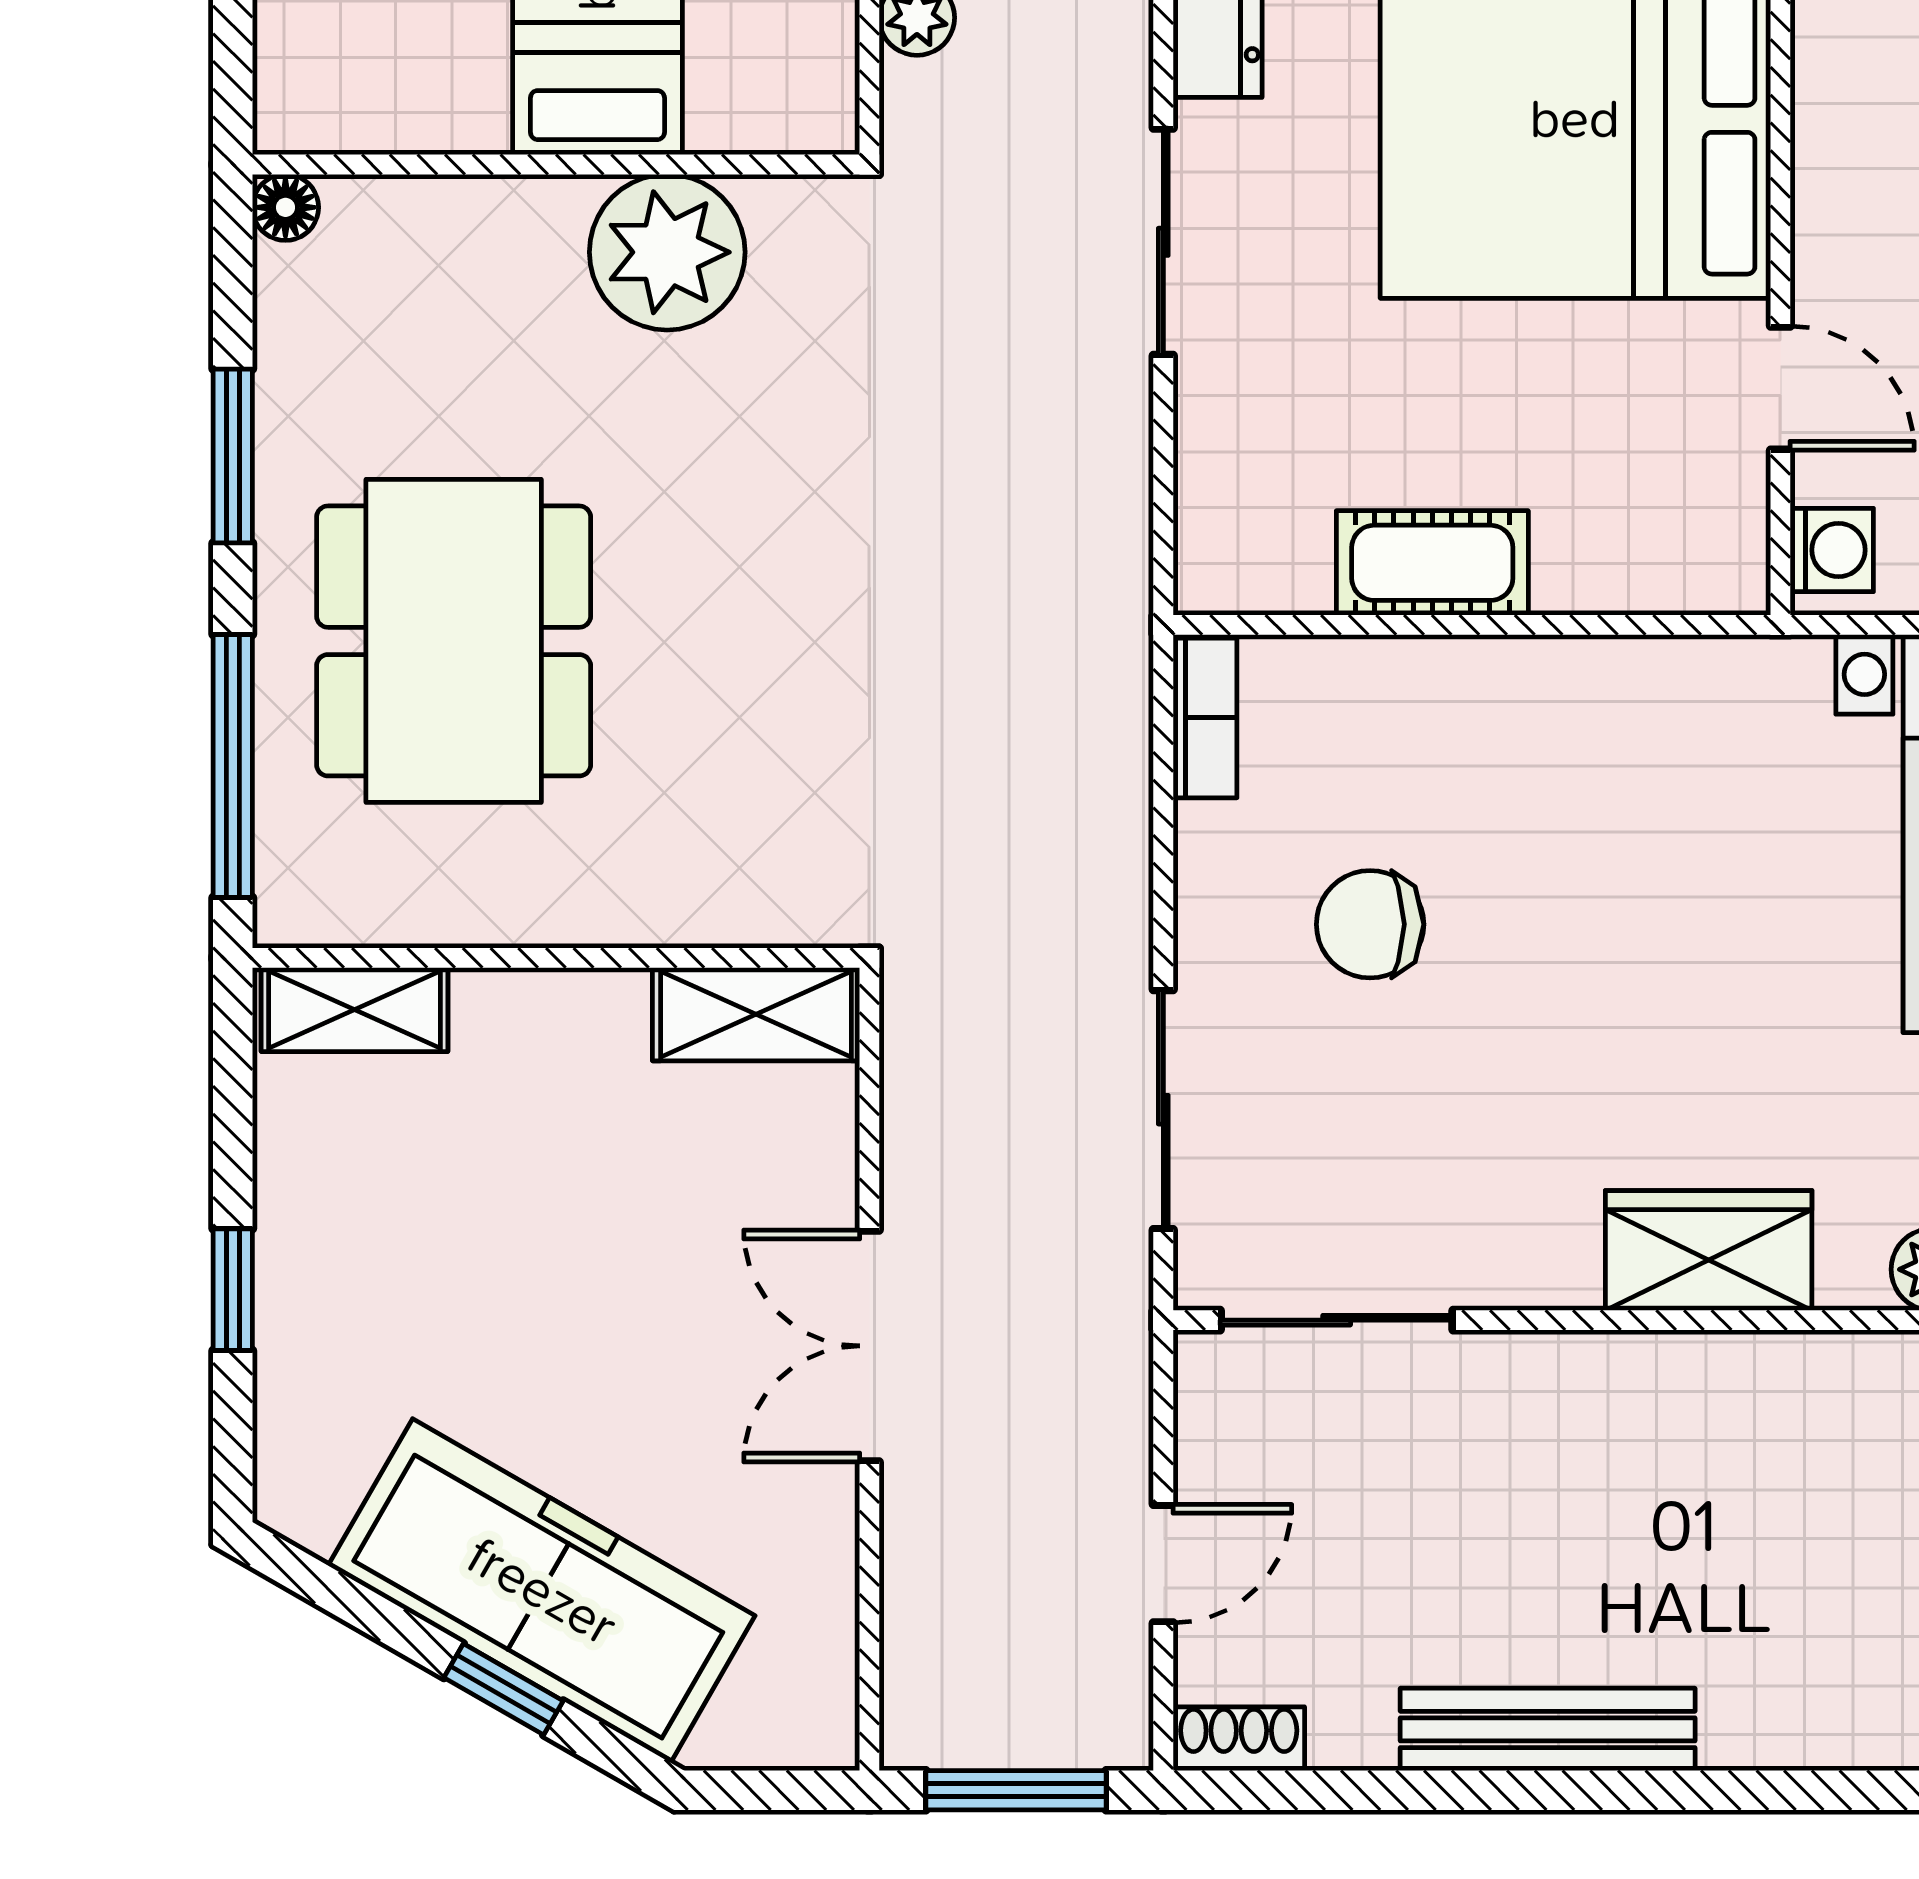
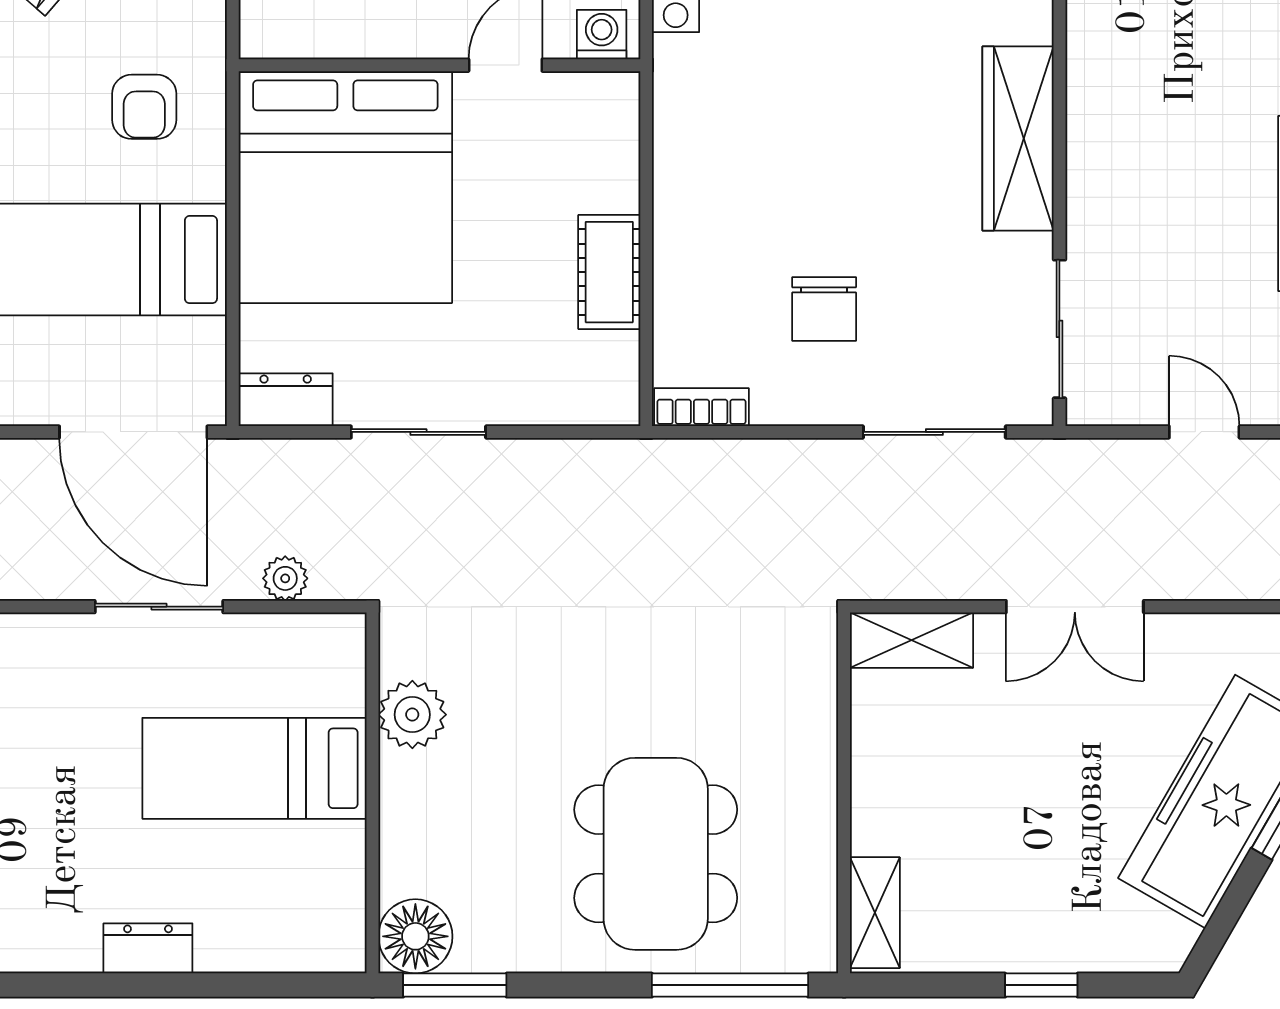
floor lamp: (285, 207) -> (415, 936), width x1.89, depth x1.89
plant: (667, 252) -> (412, 715), width x0.73, depth x0.73
window: (233, 456) -> (455, 985), moved
dining table: (454, 641) -> (656, 854), turned 90
shelving: (756, 1014) -> (911, 640), moved, turned 90
wardrobe: (1709, 1250) -> (1018, 139), width x1.50

